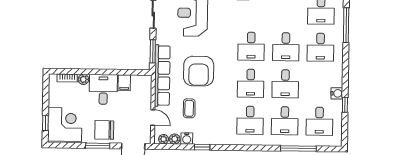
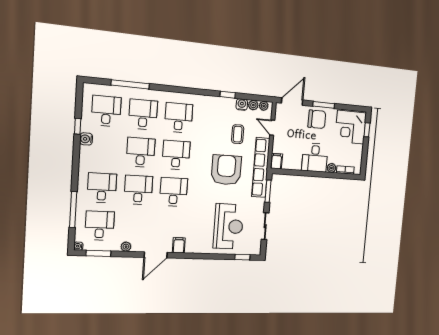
filing cabinet: (124, 83) -> (276, 161), moved

